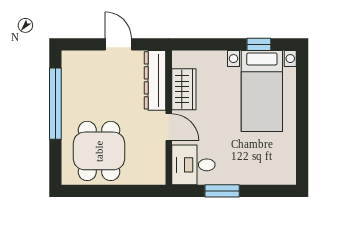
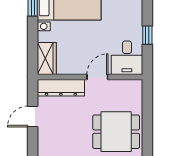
wardrobe: (184, 89) -> (47, 58), moved, turned 90
window: (222, 191) -> (147, 35), width x0.67

